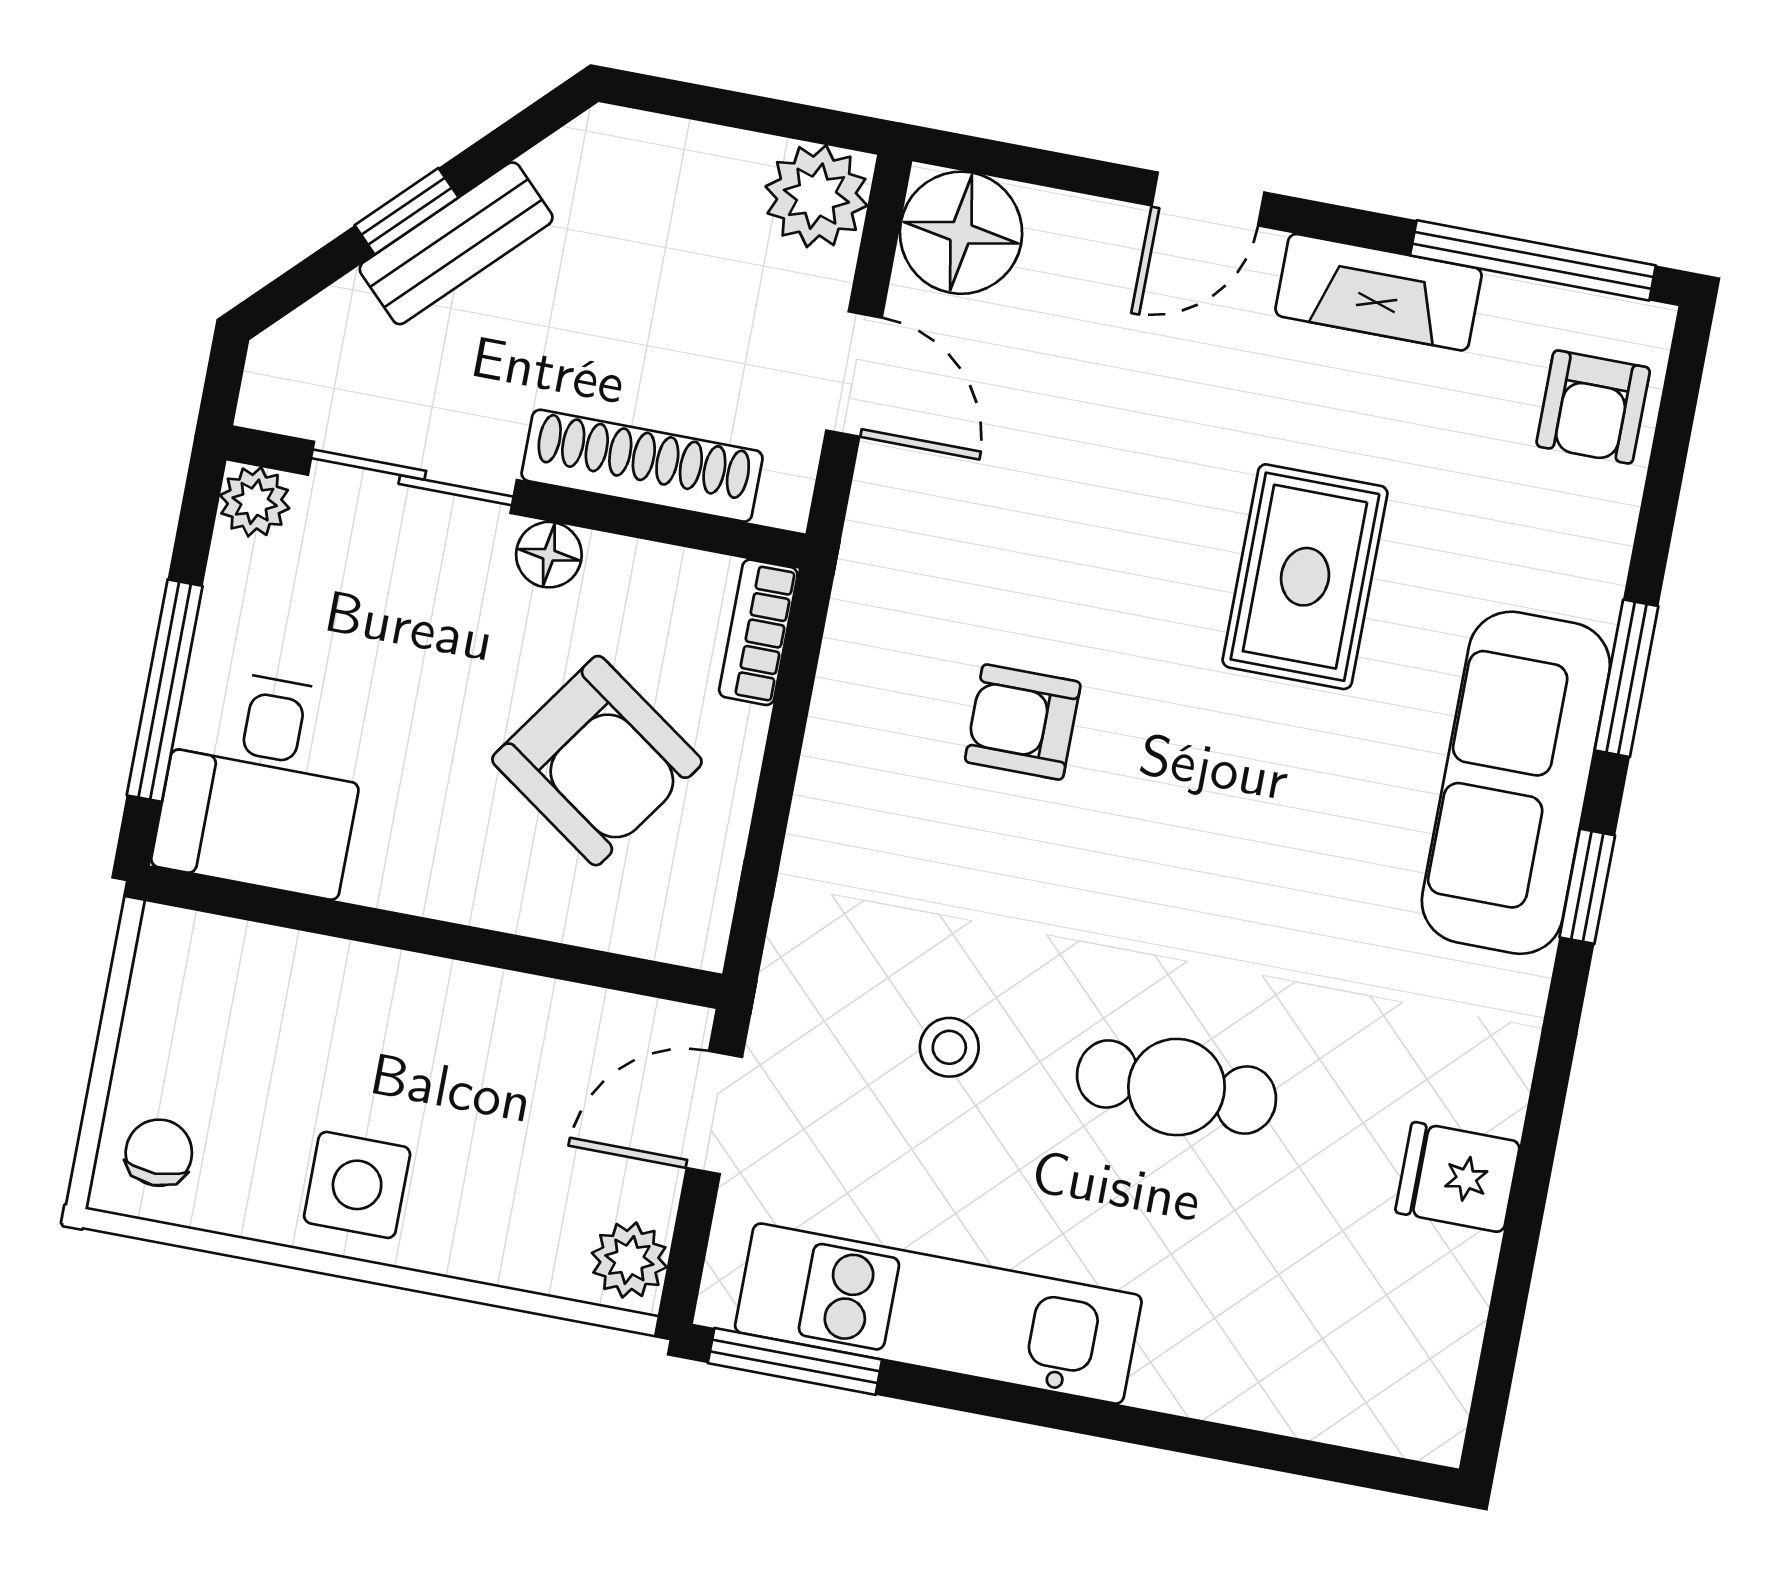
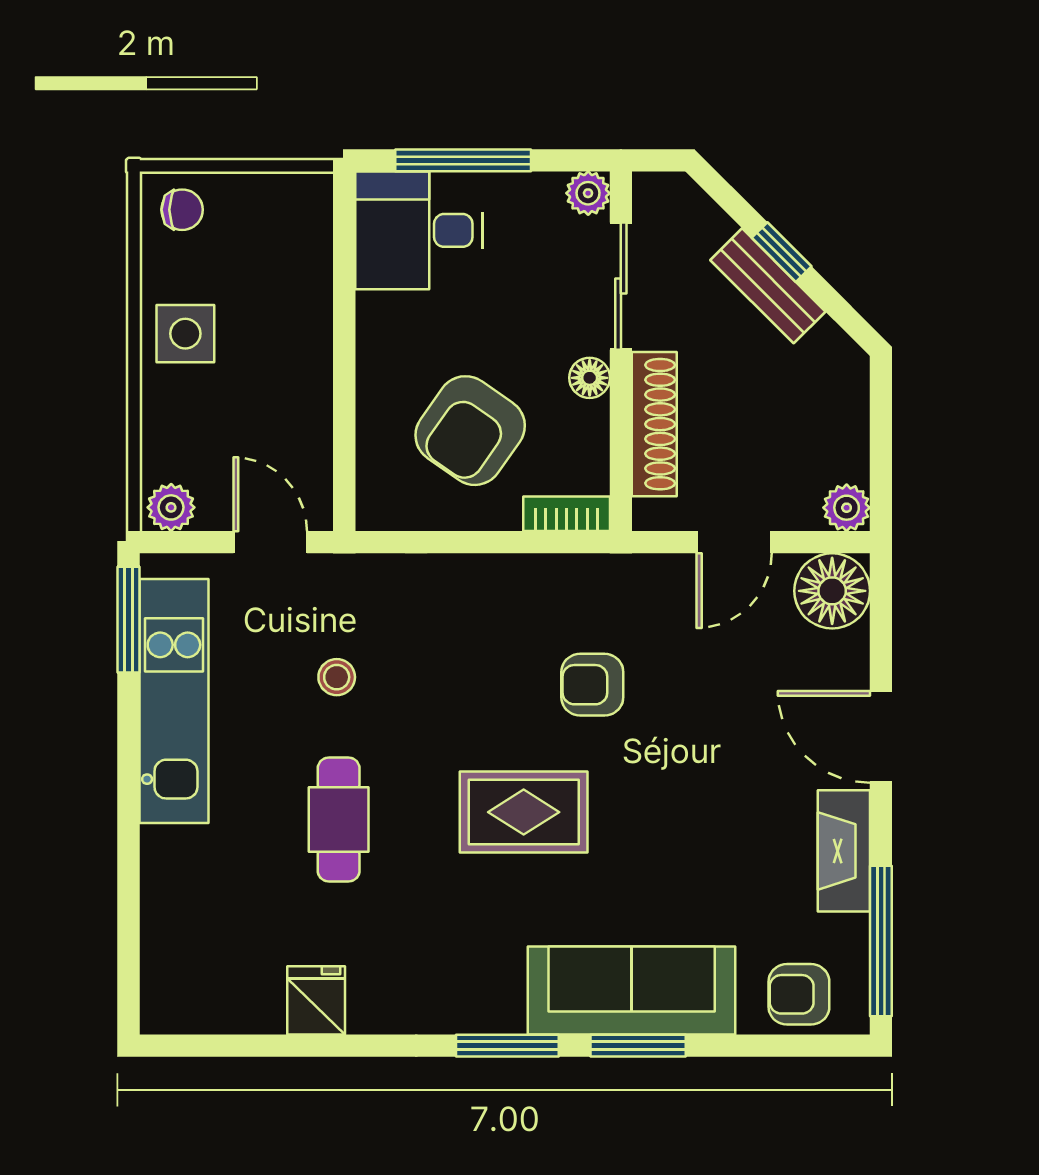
plant: (816, 196) -> (847, 508), width x0.73, depth x0.73
door: (1208, 199) -> (881, 737), width x1.38
rug: (1305, 577) -> (524, 812), moved
armchair: (1023, 722) -> (592, 685), moved, turned -90
sofa: (1516, 783) -> (632, 990), moved
window: (1587, 886) -> (507, 1046), width x1.50

